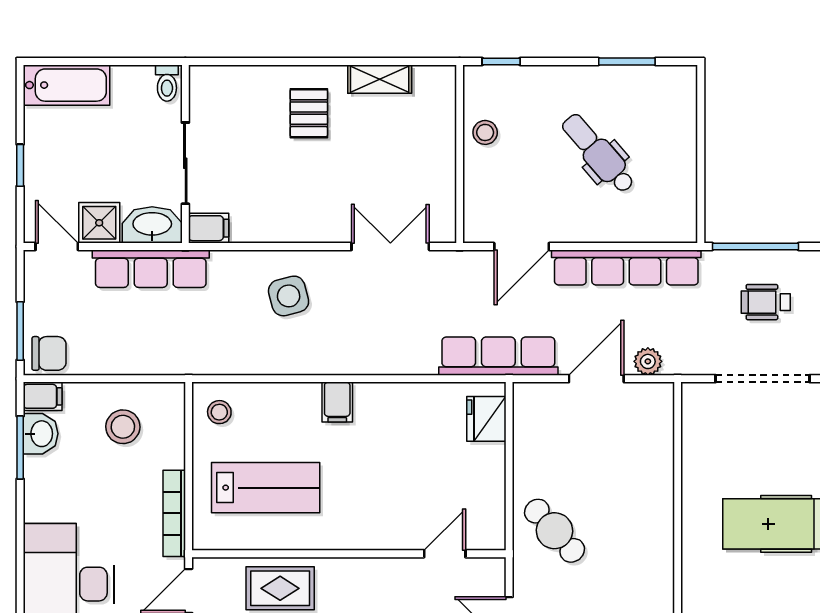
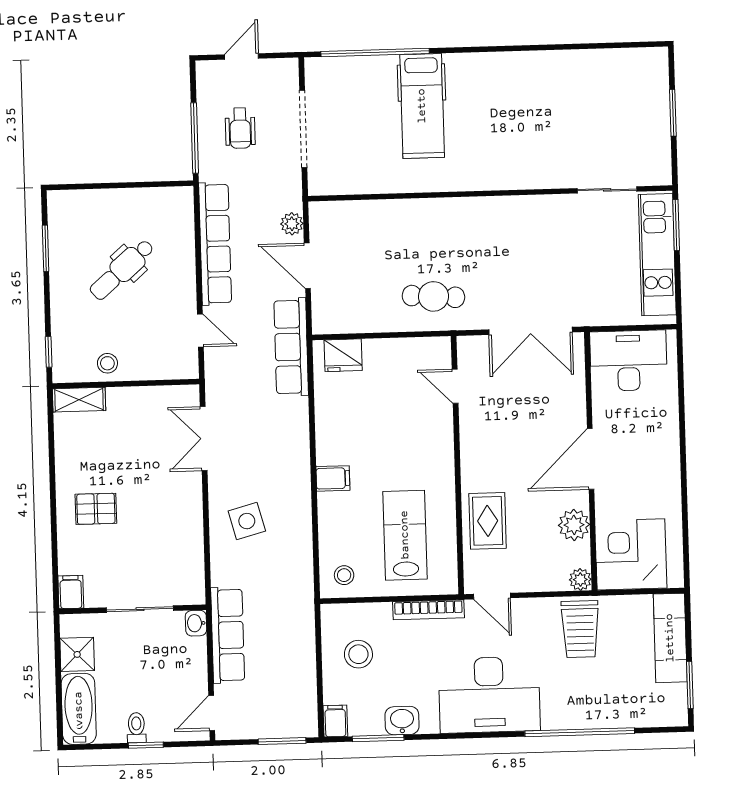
shelving: (380, 79) -> (79, 400), moved, turned 90
toilet: (167, 83) -> (136, 728), moved, turned -90
shower: (99, 223) -> (77, 654), moved
washbasin: (152, 225) -> (196, 623), width x0.52, depth x0.69
filing cabinet: (209, 228) -> (71, 592), moved
door: (522, 246) -> (200, 330), width x0.73
chair: (49, 353) -> (300, 717), removed
washbasin: (41, 434) -> (402, 721), moved
cafe table: (555, 531) -> (433, 296), turned 46

